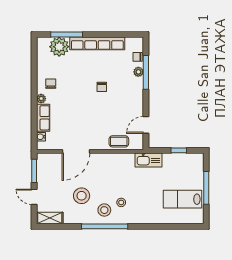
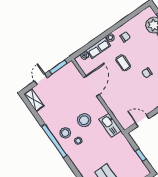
coffee table: (119, 141) -> (123, 63), moved
door: (76, 151) -> (91, 86), swing flipped
kitchen sink: (149, 160) -> (110, 125), moved
stool: (82, 196) -> (84, 120), moved

